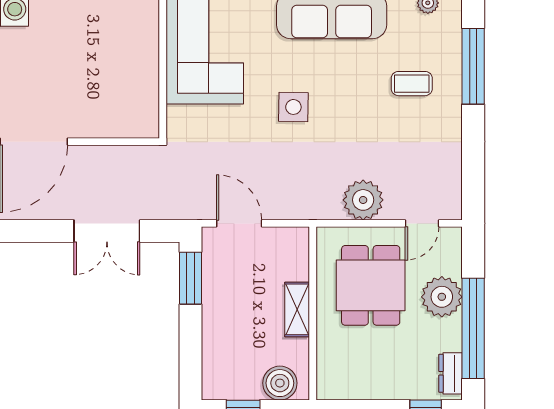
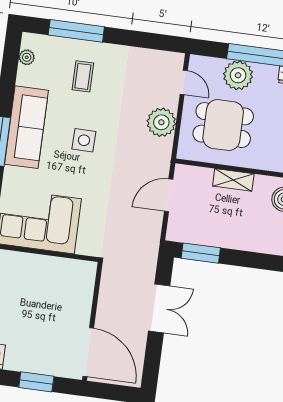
side table: (293, 107) -> (84, 140), moved
door: (239, 223) -> (169, 195), moved

